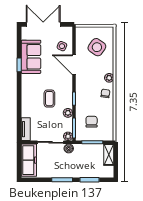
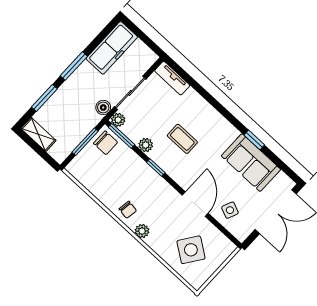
door: (74, 65) -> (195, 204), hinge flipped
chair: (92, 122) -> (106, 143), moved
shelving: (109, 155) -> (38, 134), moved
freezer: (29, 160) -> (112, 48), moved, turned -90

